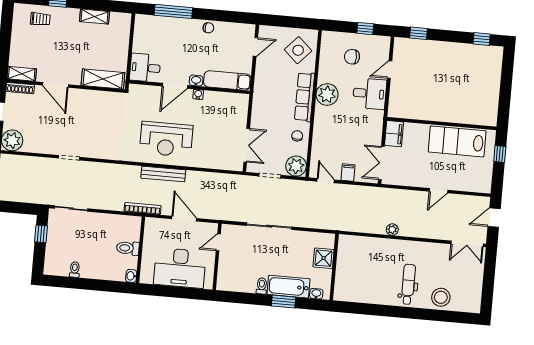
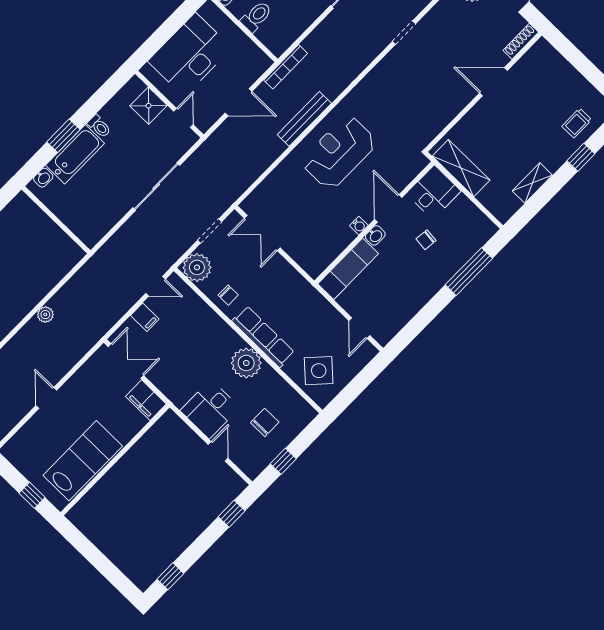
chair: (208, 28) -> (426, 240), moved
shelving: (22, 74) -> (535, 55), removed
shelving: (103, 79) -> (461, 168), moved, turned 90
shower: (324, 258) -> (149, 106), moved

